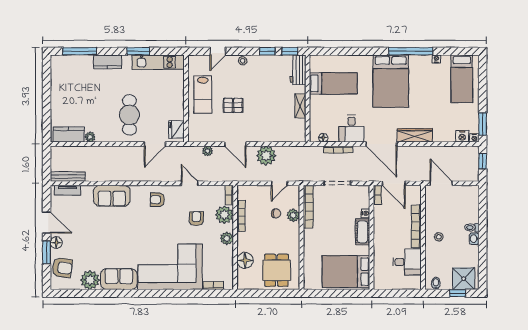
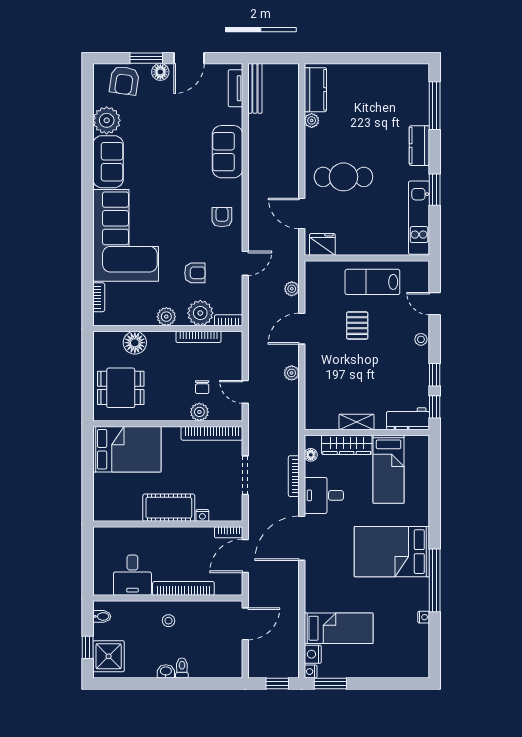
bed: (462, 79) -> (339, 628), moved, turned 180
wardrobe: (415, 135) -> (347, 445), moved, turned 90
plant: (266, 156) -> (292, 373), width x0.53, depth x0.53
cot: (362, 232) -> (169, 508), width x1.37, depth x1.34
bed: (346, 272) -> (127, 449), moved, turned 90

